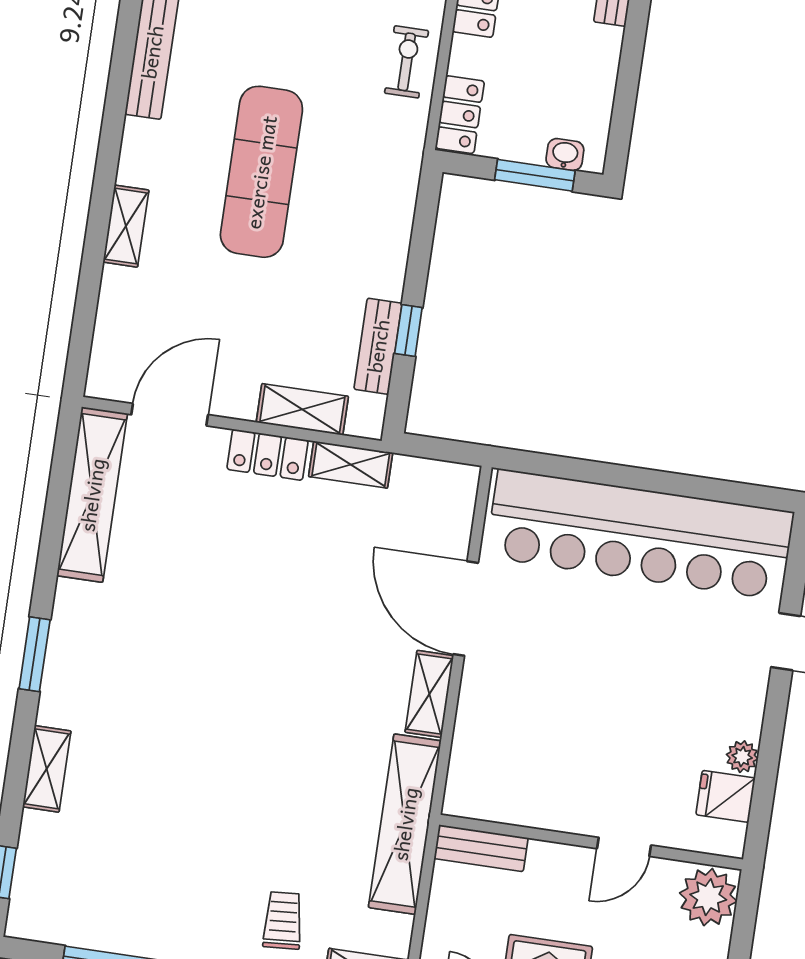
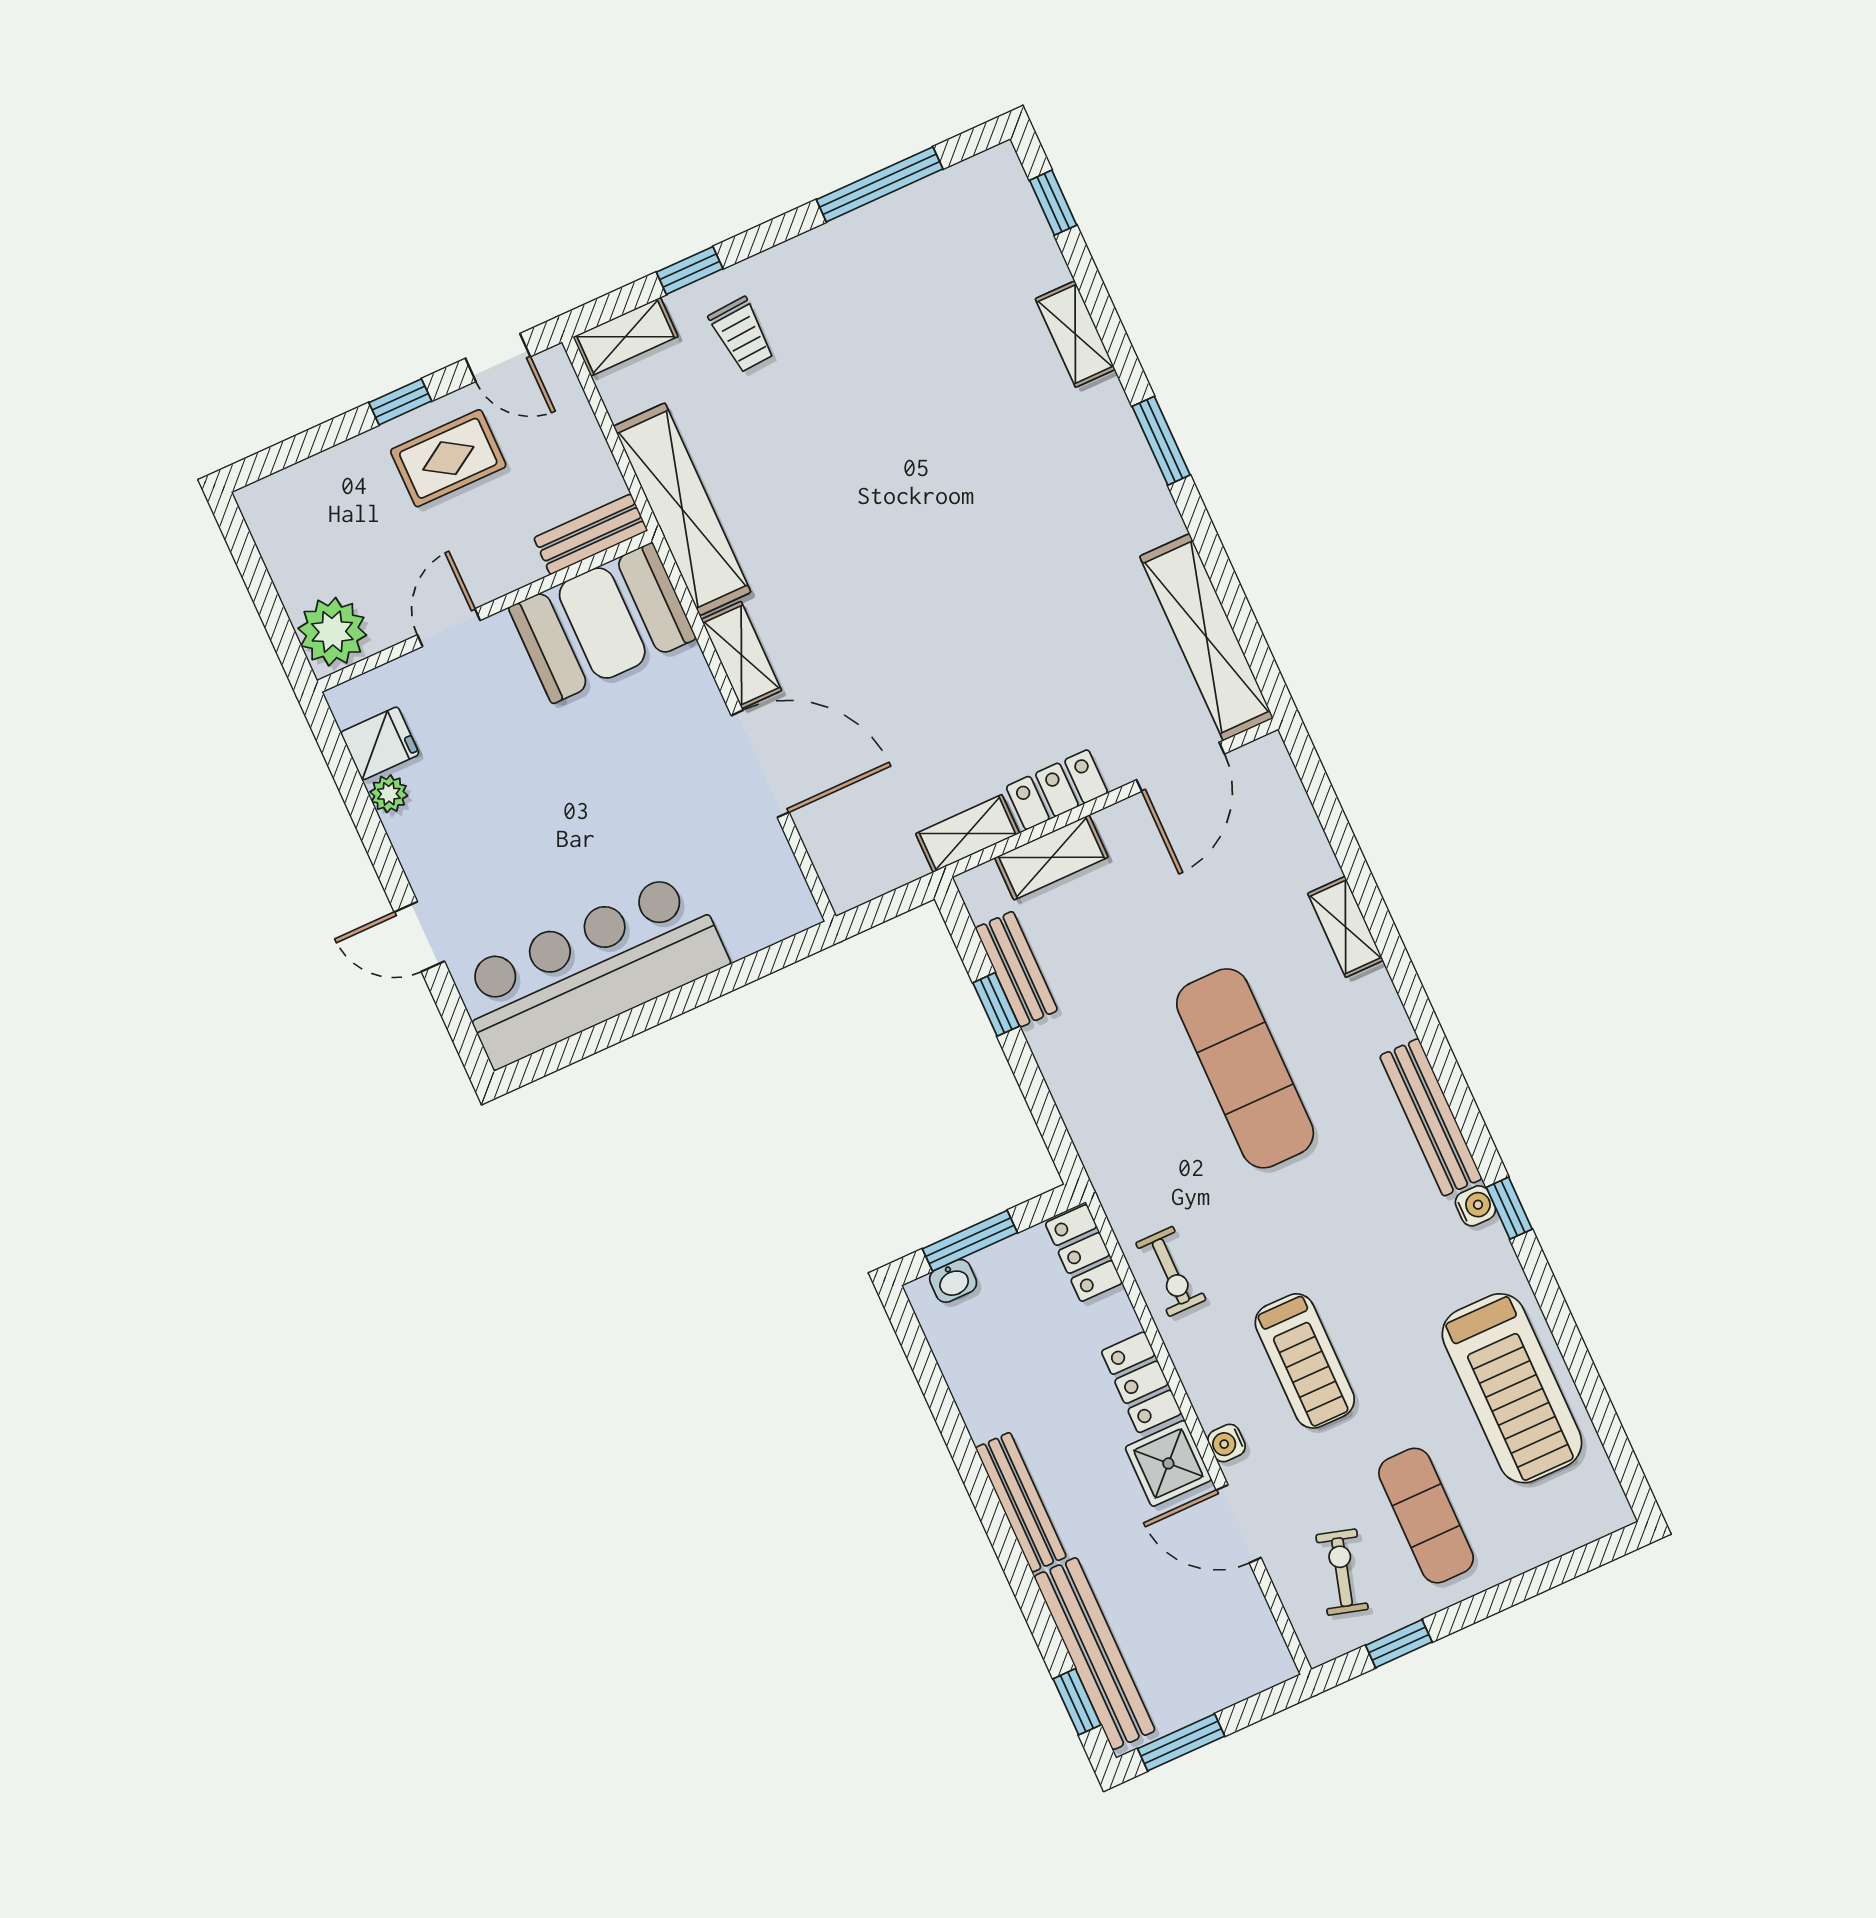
bar counter: (640, 534) -> (591, 969), width x0.73
booth: (513, 780) -> (602, 623), added

